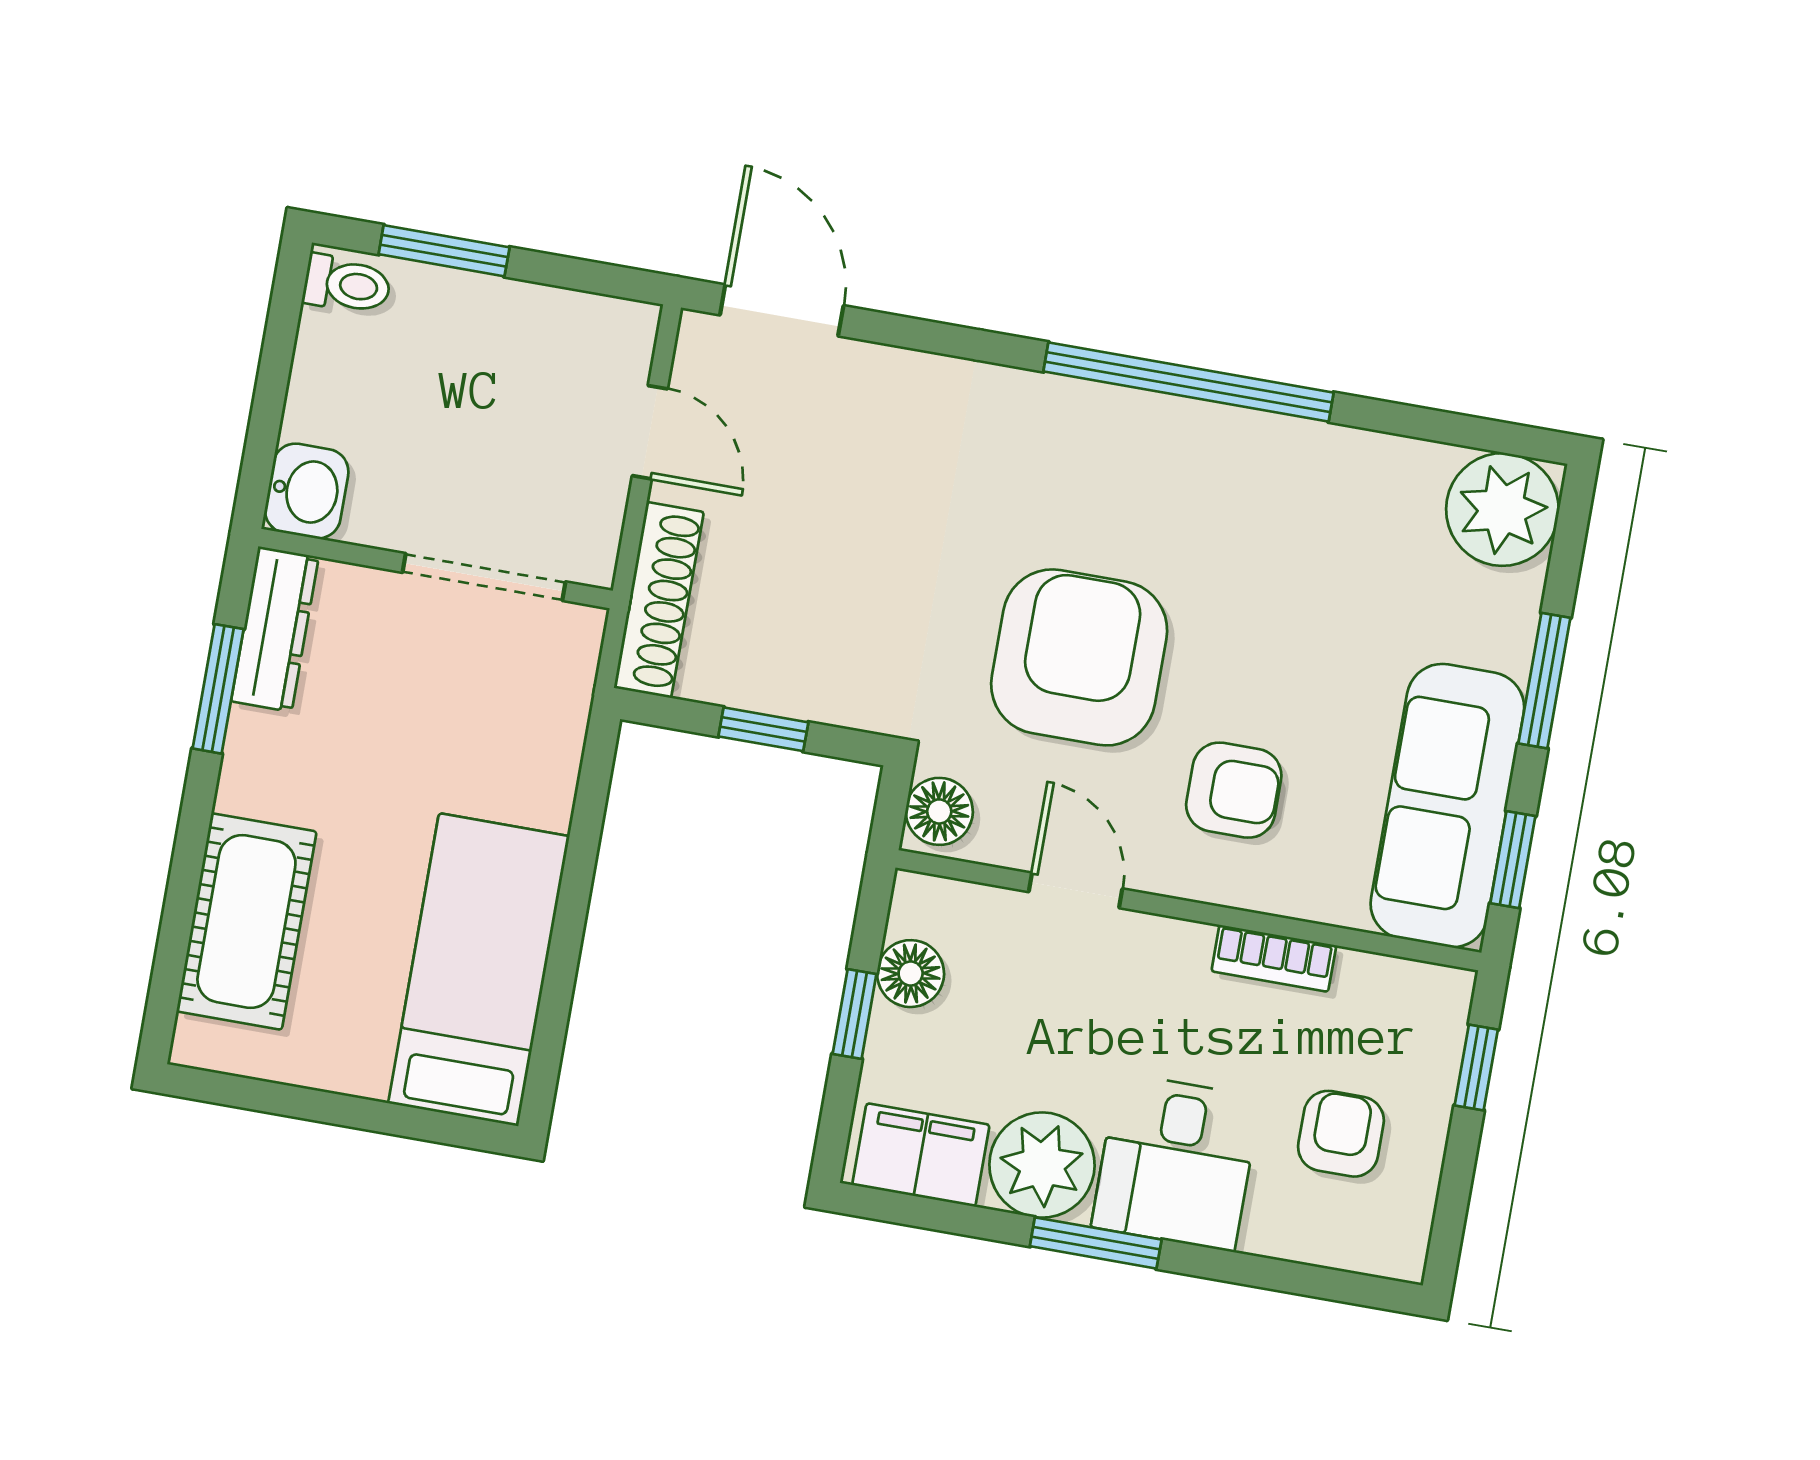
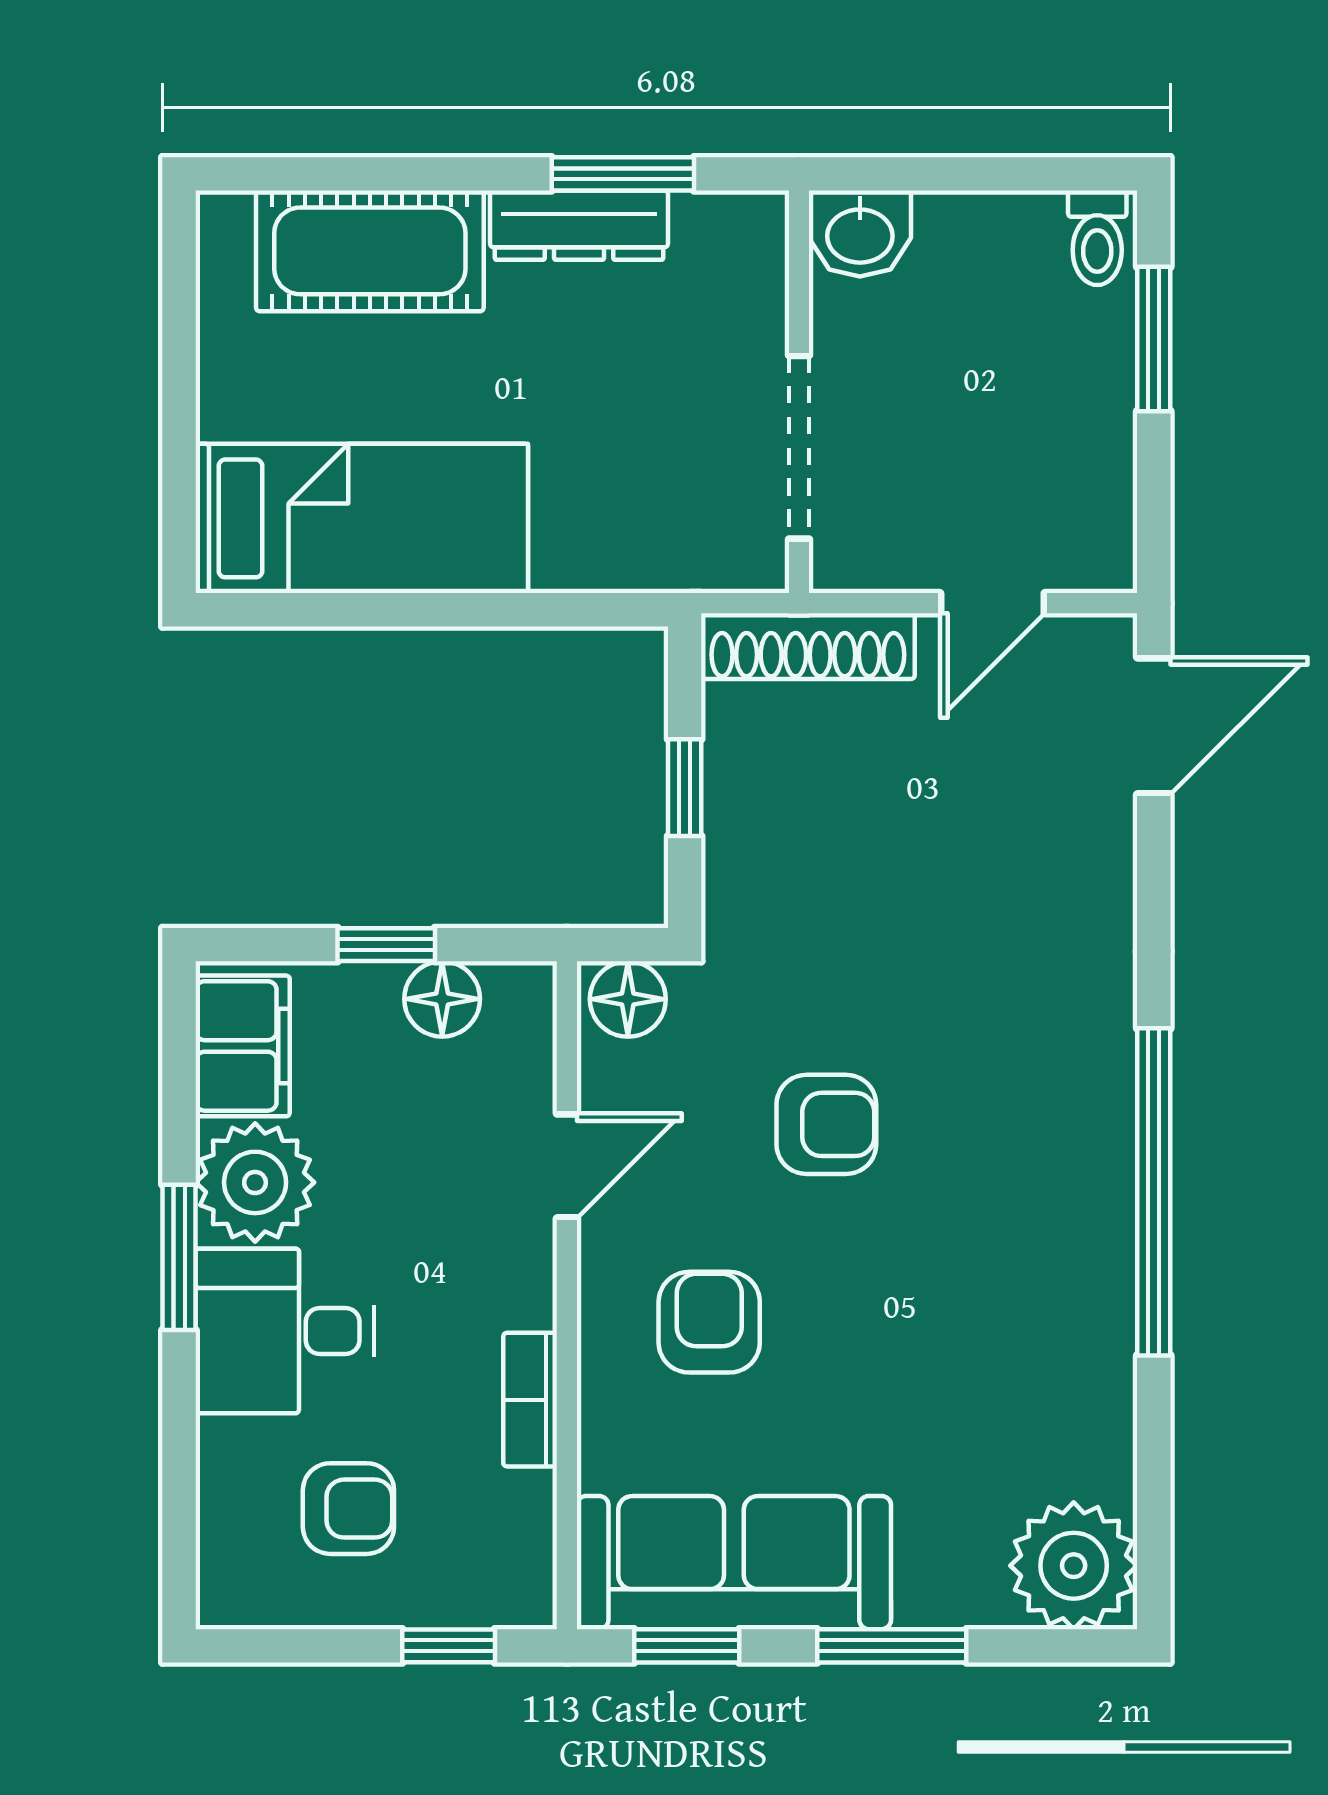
dresser: (275, 629) -> (579, 225), moved
armchair: (1079, 657) -> (826, 1124), width x0.53, depth x0.53
armchair: (1234, 790) -> (709, 1322), turned 180

